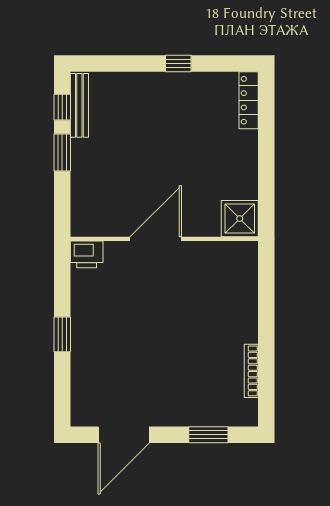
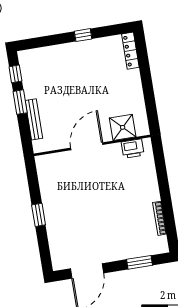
bench: (79, 105) -> (34, 119), moved
shower: (240, 219) -> (123, 127), moved
printer: (87, 254) -> (133, 149), moved

